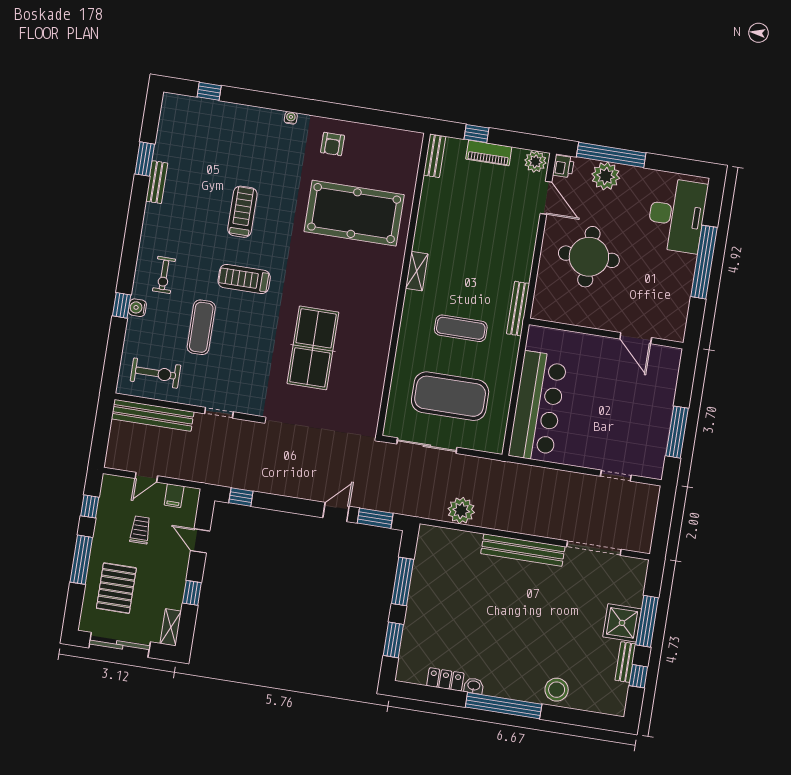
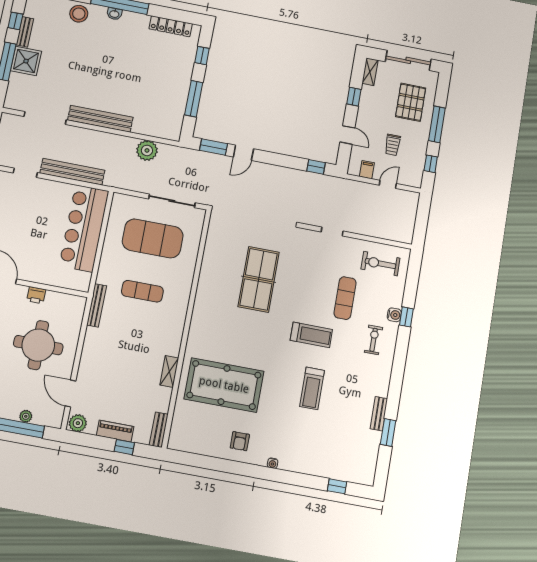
armchair: (333, 144) -> (240, 441), turned 180
printer: (563, 166) -> (36, 295), moved, turned -90
plant: (606, 176) -> (26, 416), width x0.53, depth x0.53
shelving: (417, 271) -> (169, 371), moved
bench: (153, 415) -> (72, 172), moved
window: (393, 640) -> (202, 56), width x0.67
locker: (445, 679) -> (171, 26), width x1.53
washbasin: (474, 686) -> (114, 14), moved

